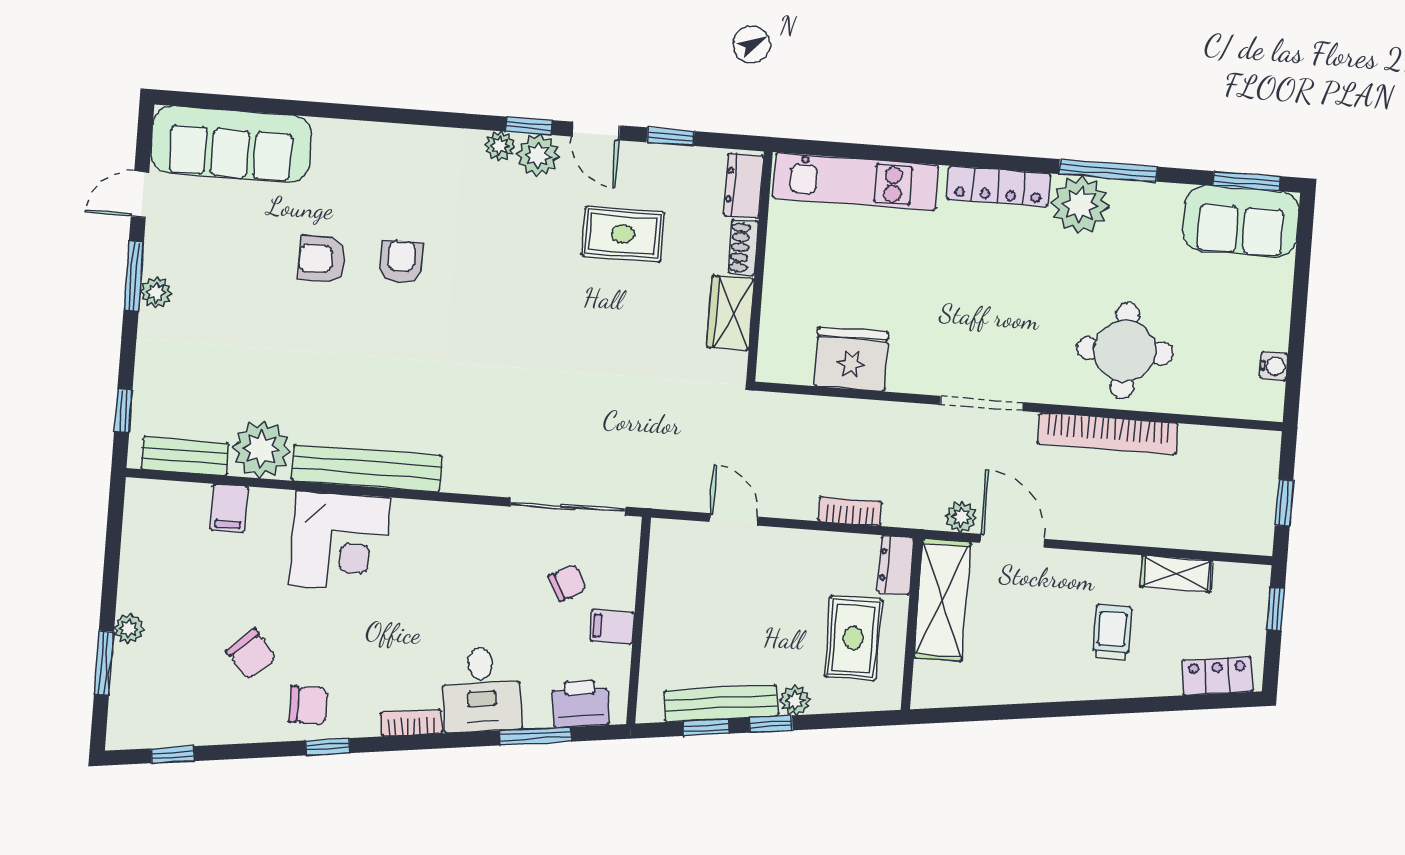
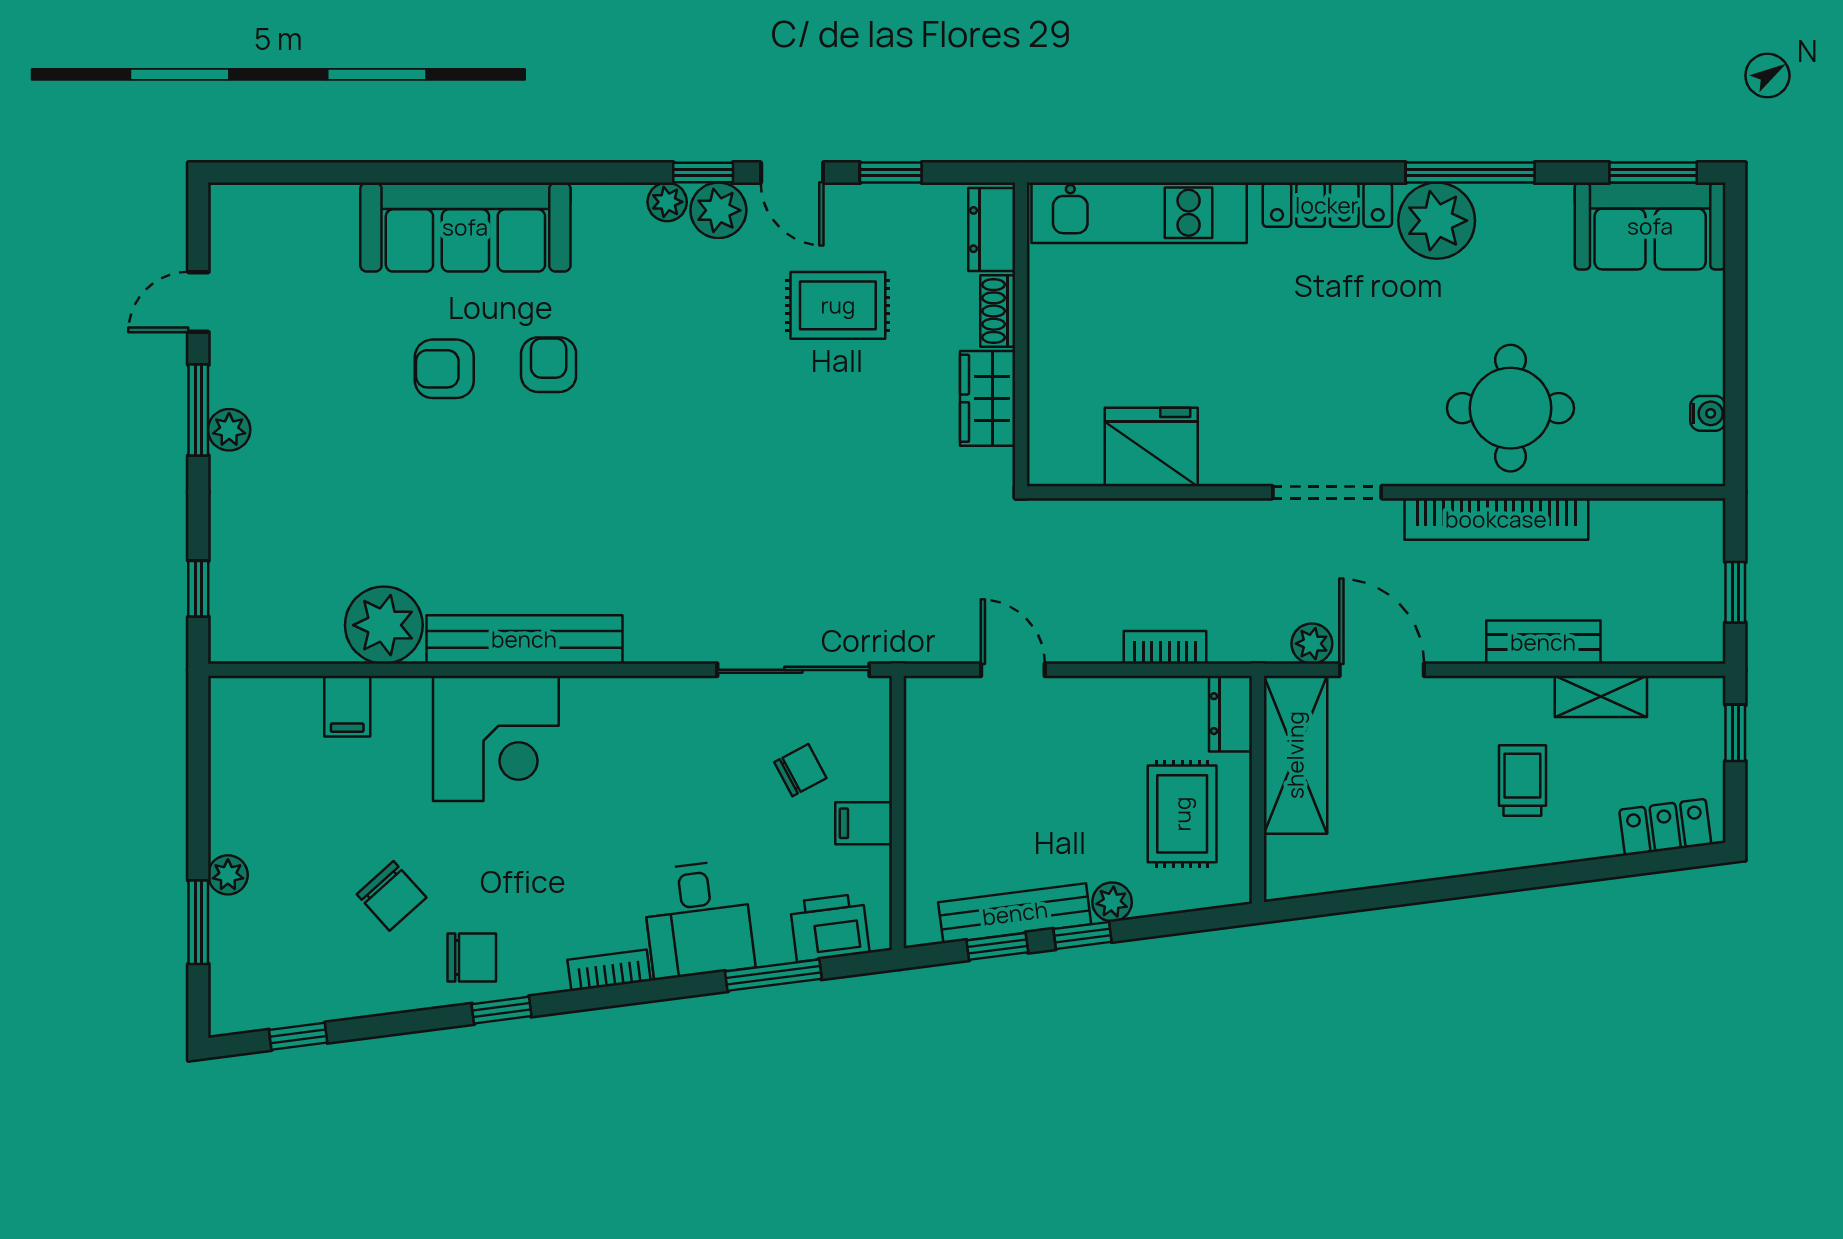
sofa: (231, 144) -> (465, 227), moved
bench: (185, 456) -> (1543, 642), moved

